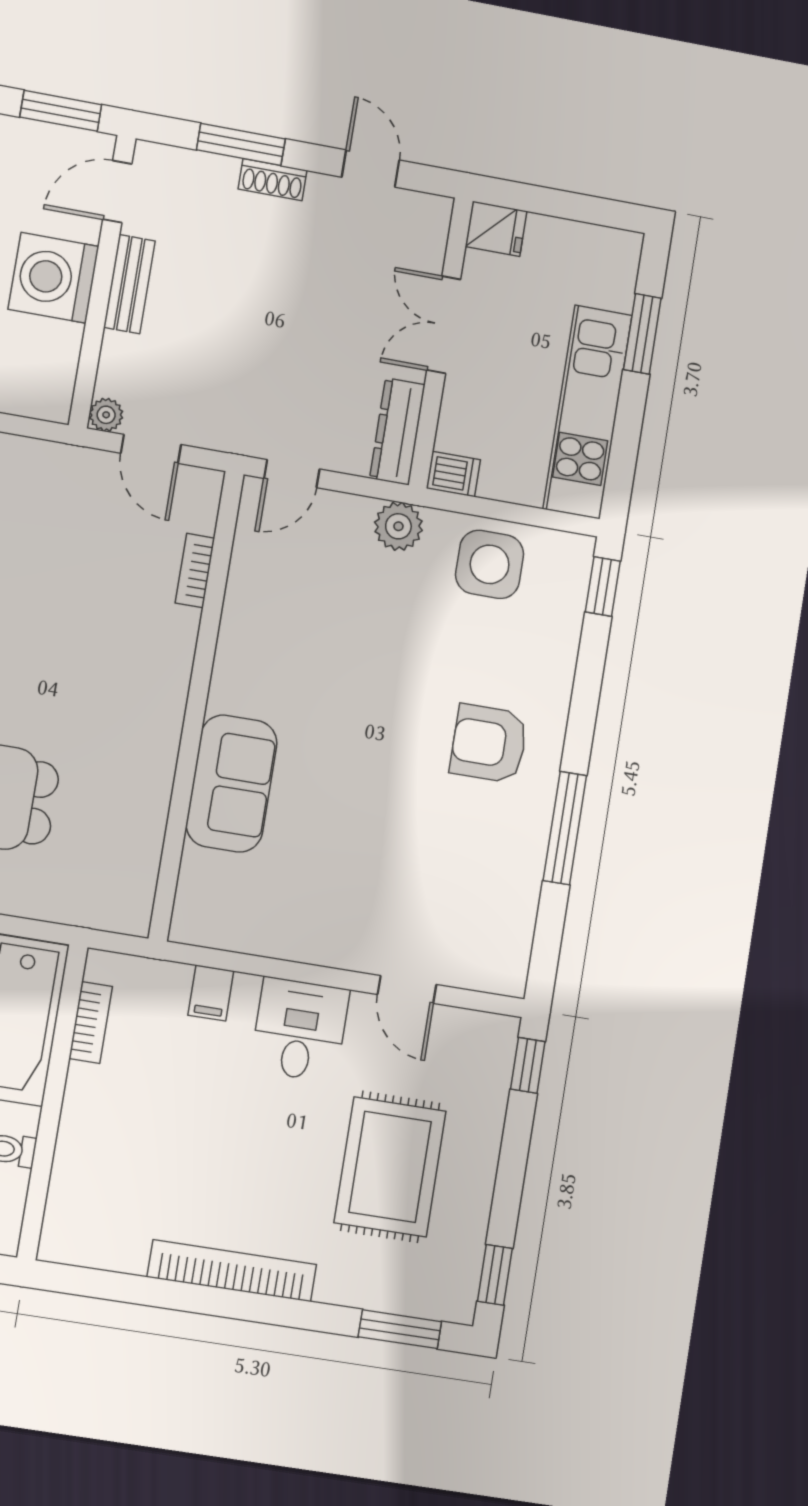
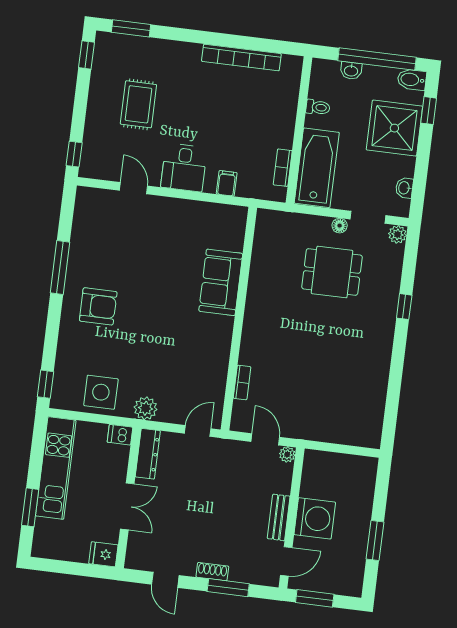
rug: (390, 1167) -> (138, 104), width x0.73, depth x0.70
bookcase: (232, 1271) -> (241, 58), moved

